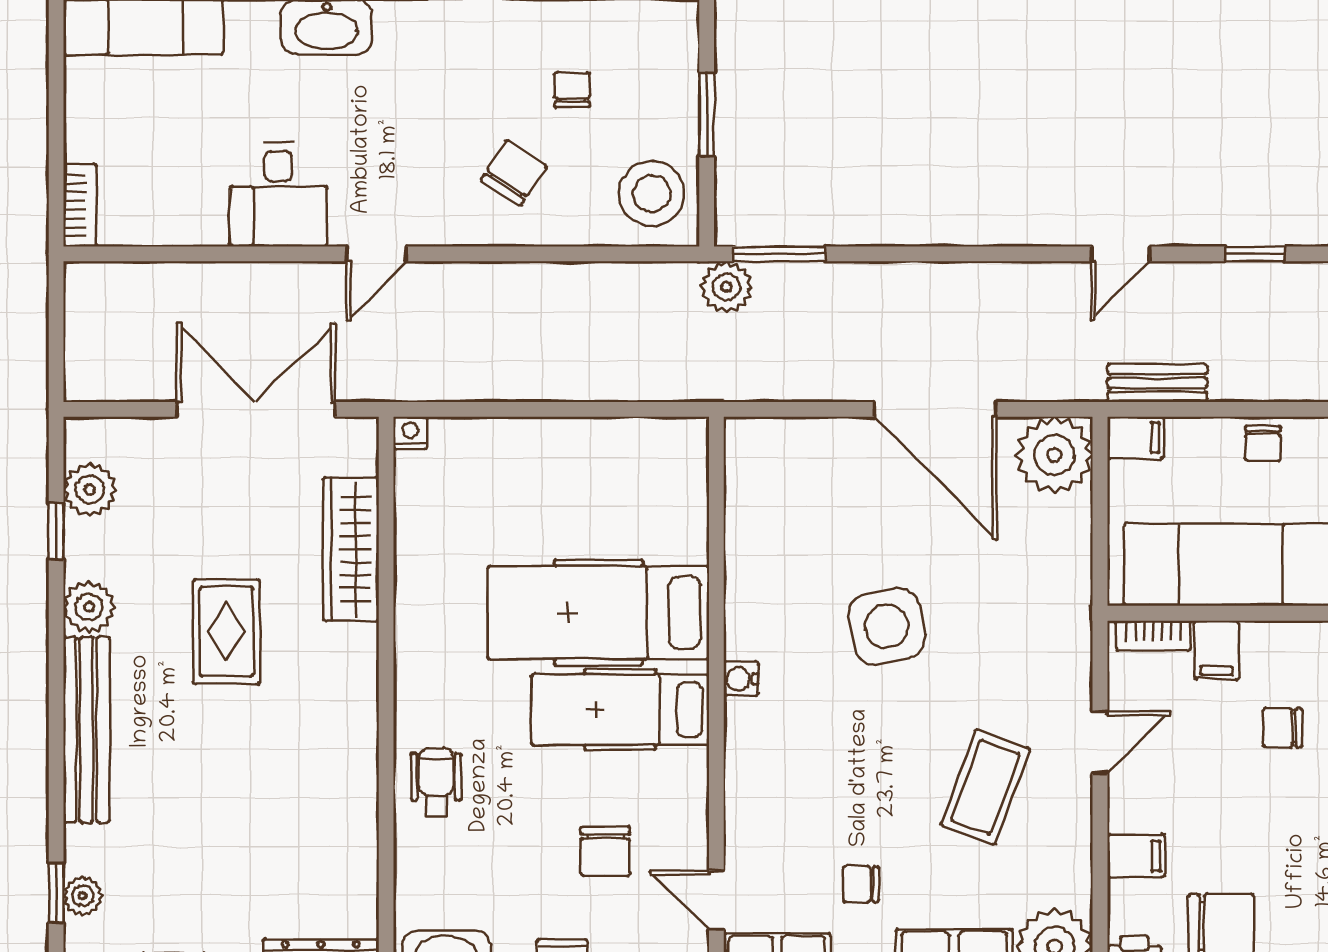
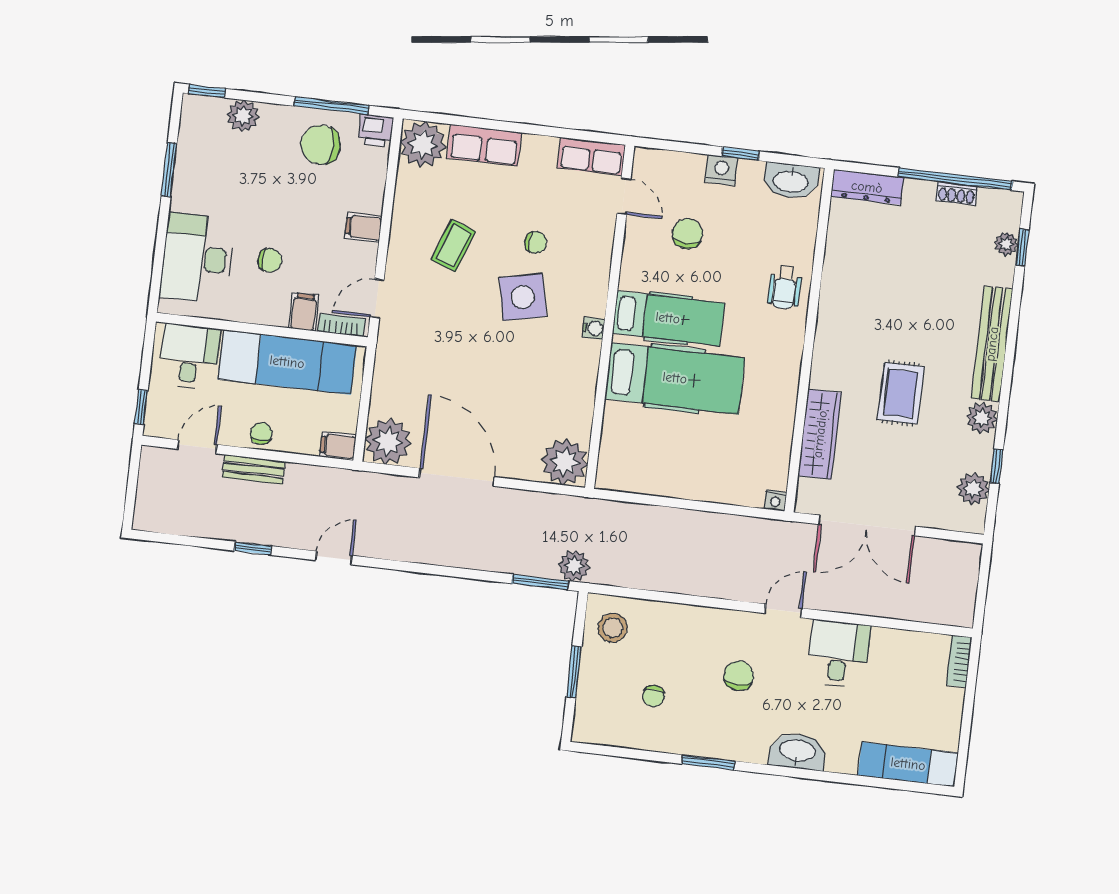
chair: (514, 173) -> (739, 676), moved, turned 147
stool: (652, 193) -> (613, 628), width x0.73, depth x0.73
bench: (1157, 383) -> (254, 470), moved
plant: (762, 455) -> (565, 462), added
side table: (887, 626) -> (523, 297), moved
door: (1100, 743) -> (377, 298), moved
coffee table: (985, 787) -> (453, 246), width x0.73, depth x0.77
filing cabinet: (1136, 856) -> (363, 228), moved
chair: (861, 884) -> (536, 242), moved

